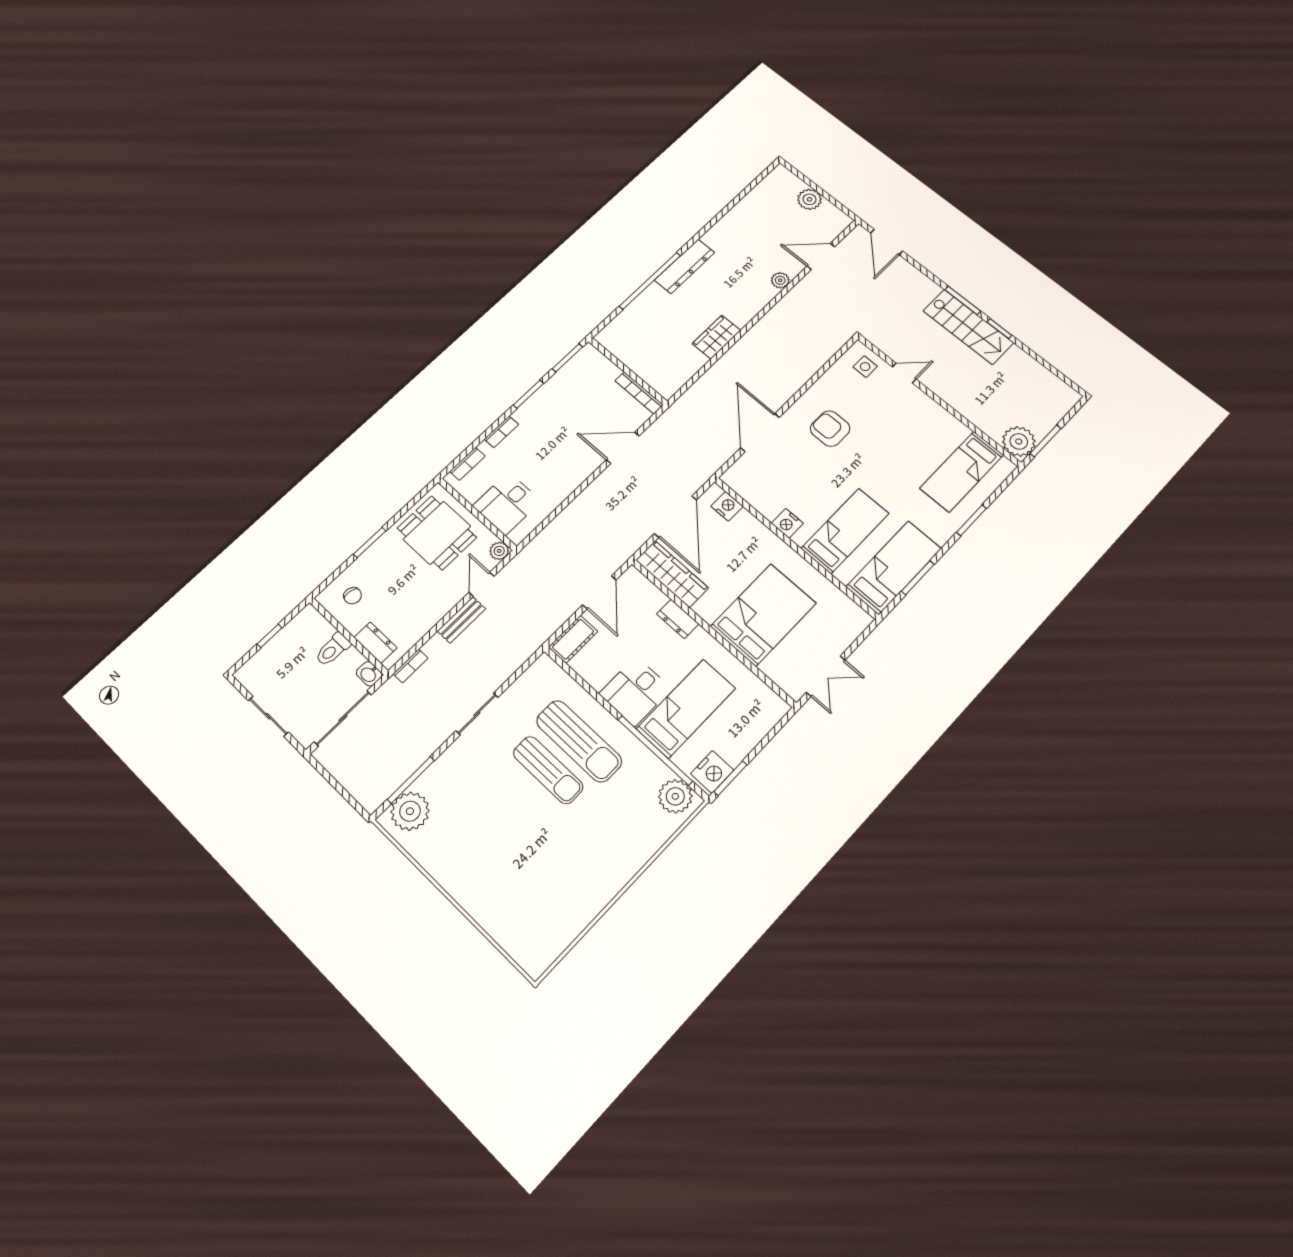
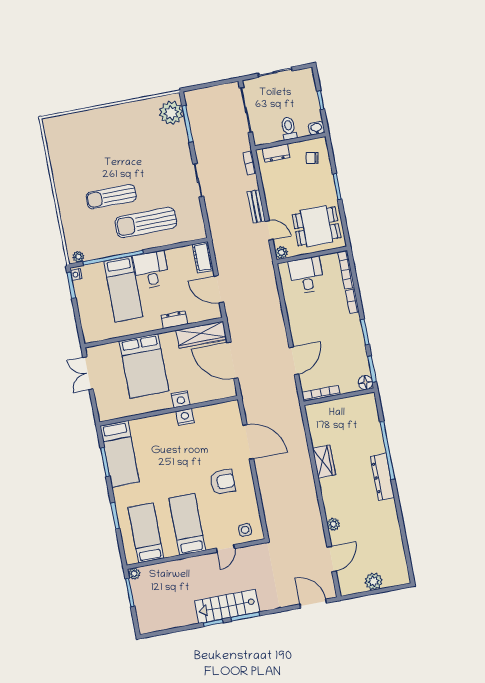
floor lamp: (589, 354) -> (365, 383), added
plant: (1019, 441) -> (134, 574), width x0.53, depth x0.53
bookcase: (467, 464) -> (346, 270), width x1.56
nightstand: (727, 506) -> (181, 399), moved
bed: (845, 531) -> (187, 524), moved, turned 180
washbasin: (369, 674) -> (316, 128), moved
sun lounger: (548, 770) -> (111, 197), moved
nightstand: (712, 772) -> (76, 275), width x0.53, depth x0.56
plant: (675, 796) -> (78, 257), width x0.53, depth x0.53

